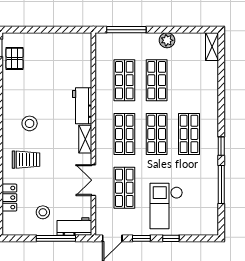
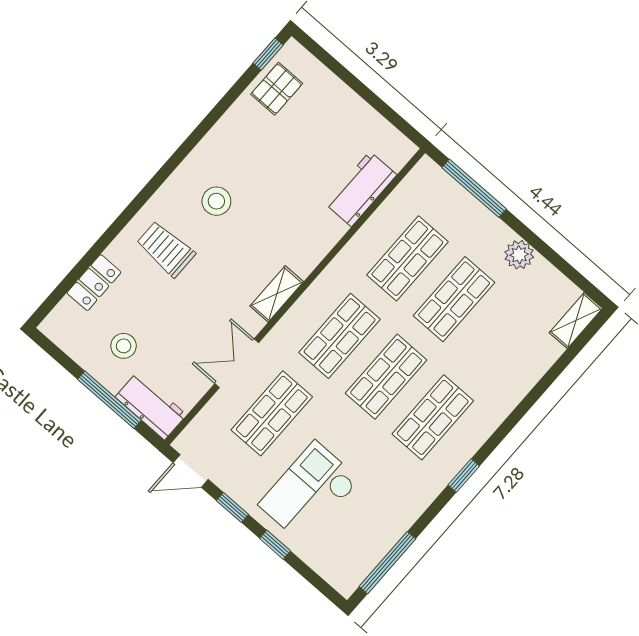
workbench: (82, 106) -> (361, 189), moved
trolley: (26, 160) -> (166, 249), turned 180
window: (221, 185) -> (388, 563), moved

